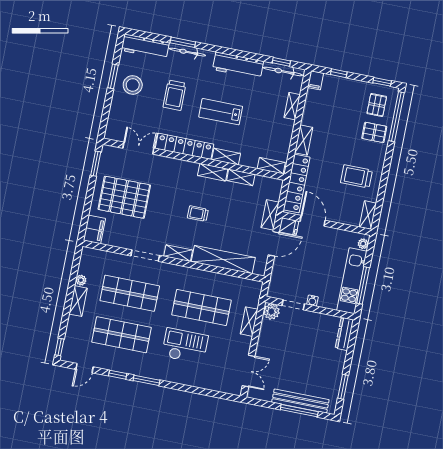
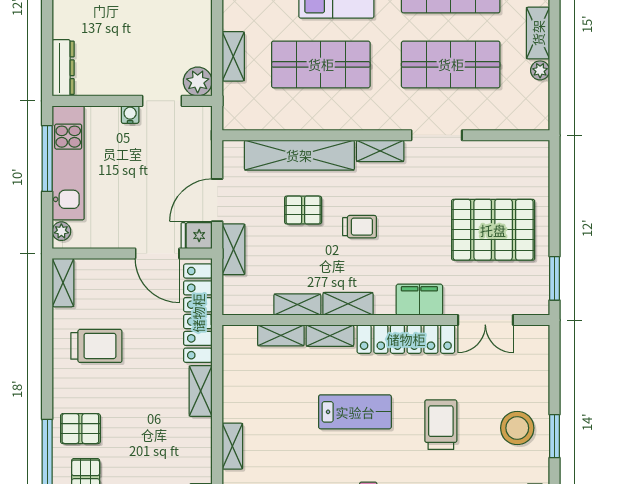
shelving: (271, 166) -> (281, 335), moved
filing cabinet: (94, 229) -> (419, 300), moved, turned 90
pallet: (227, 229) -> (303, 210), added

